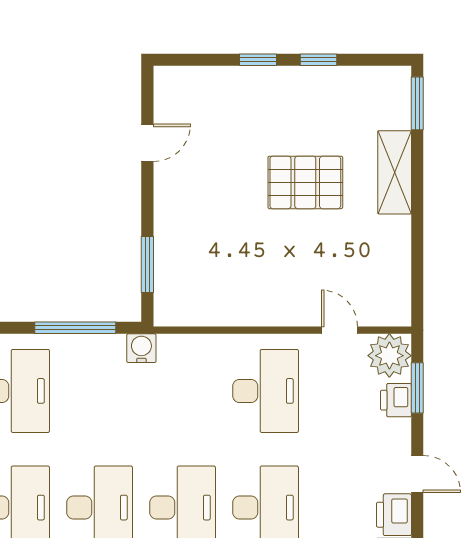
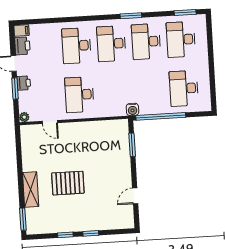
window: (75, 328) -> (161, 116), width x1.46
plant: (389, 356) -> (24, 117), width x0.53, depth x0.53
window: (417, 388) -> (15, 88), moved
printer: (396, 400) -> (24, 83), moved

